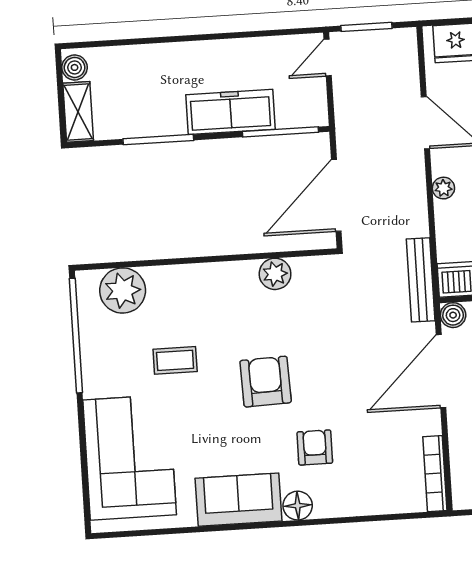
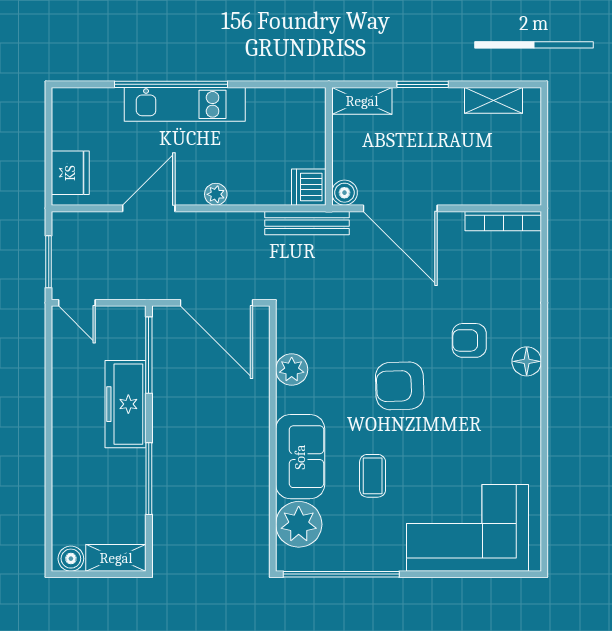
sofa: (239, 500) -> (300, 457), moved, turned 180

